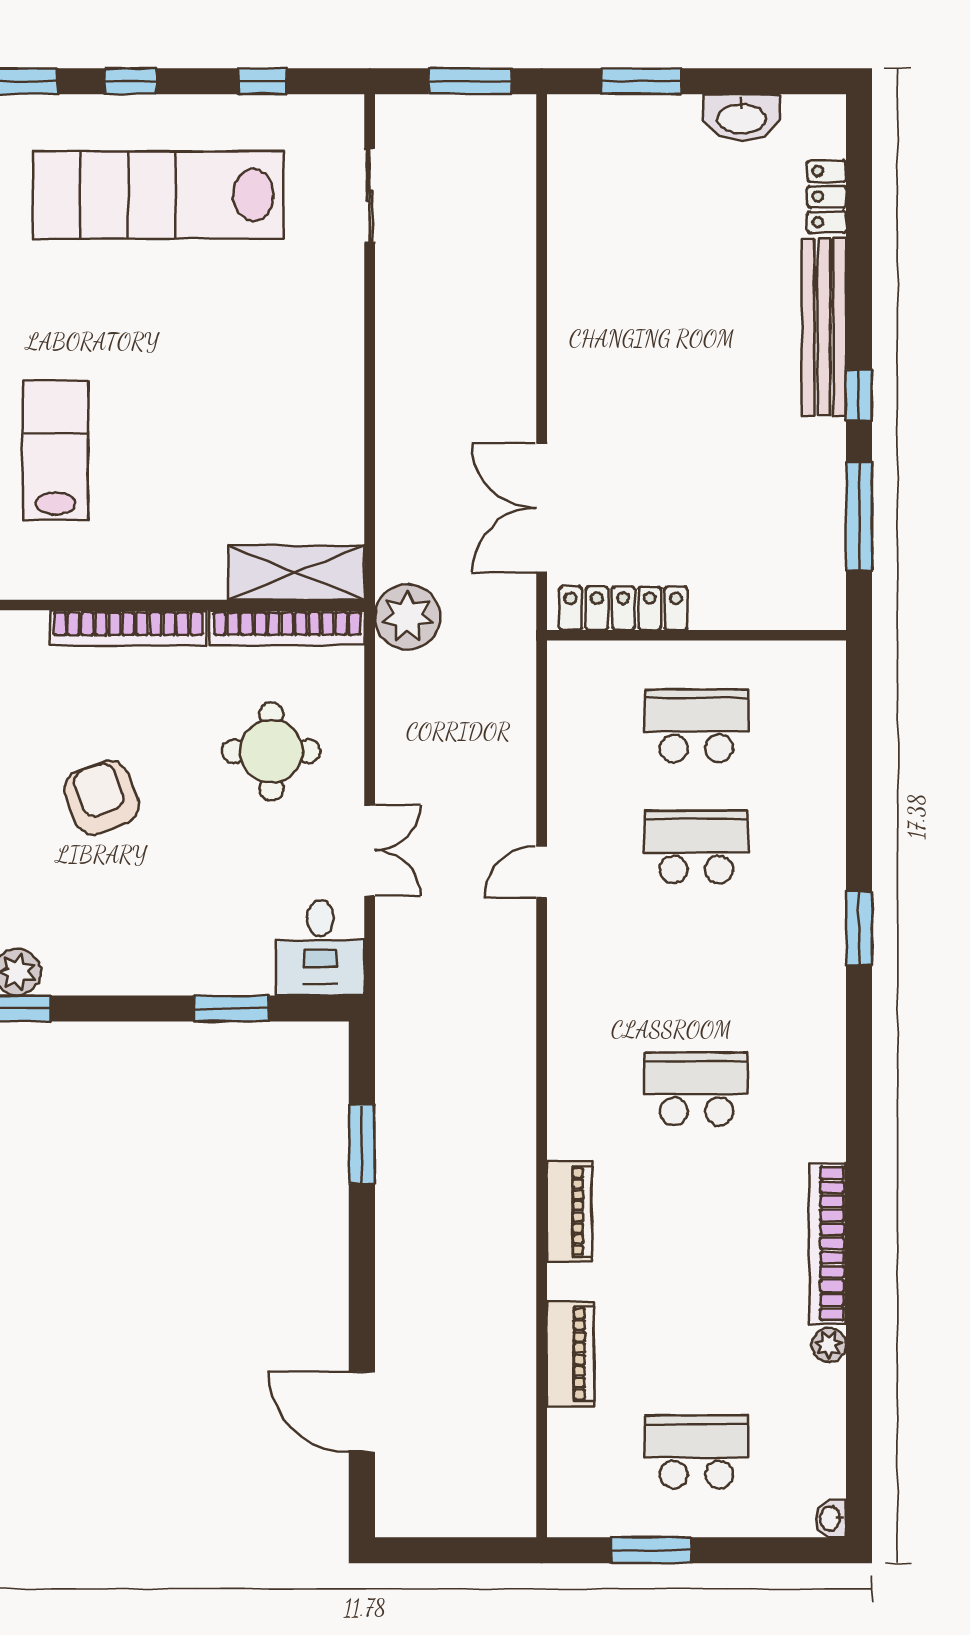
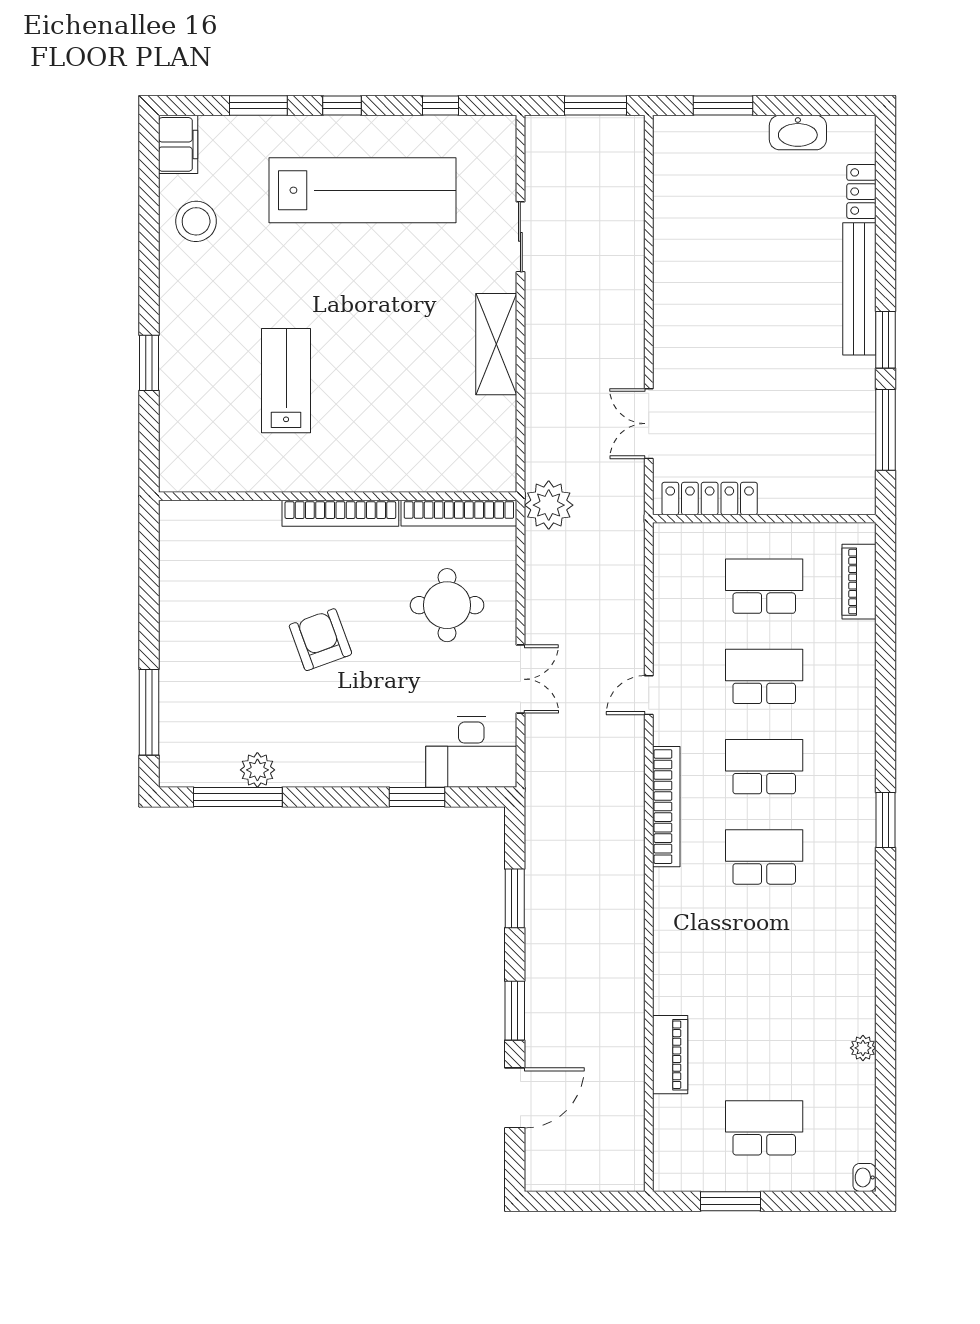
lab bench: (158, 195) -> (363, 190), turned 180
sliding door: (370, 196) -> (520, 237), moved
window: (859, 395) -> (885, 340), width x1.50
double door: (542, 508) -> (649, 424), width x0.73
shelving: (296, 573) -> (496, 344), moved, turned 90
window: (859, 928) -> (885, 820), moved
desk: (320, 948) -> (471, 752), width x1.37
school desk: (696, 968) -> (764, 767), added
piano: (569, 1211) -> (859, 582), moved, turned 180
bookcase: (828, 1243) -> (666, 807), moved, turned 180
window: (362, 1295) -> (515, 1011), added
door: (362, 1412) -> (515, 1098), swing flipped

